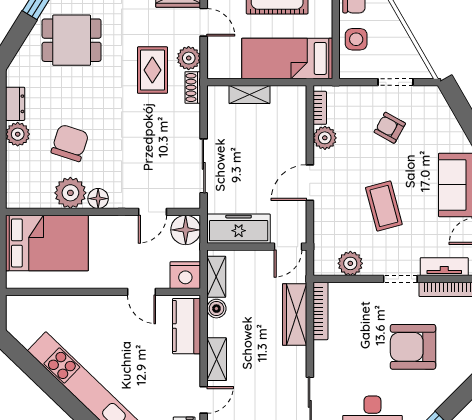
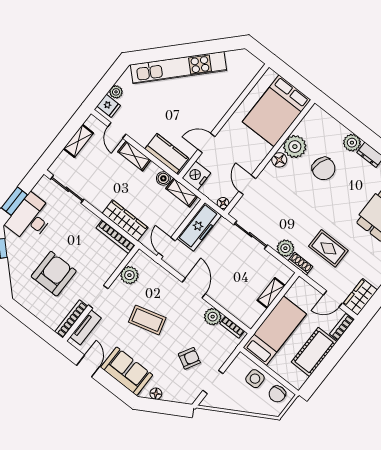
plant: (189, 58) -> (285, 248), moved
floor lamp: (457, 134) -> (156, 394), added
floor lamp: (186, 230) -> (223, 203), width x0.53, depth x0.53

